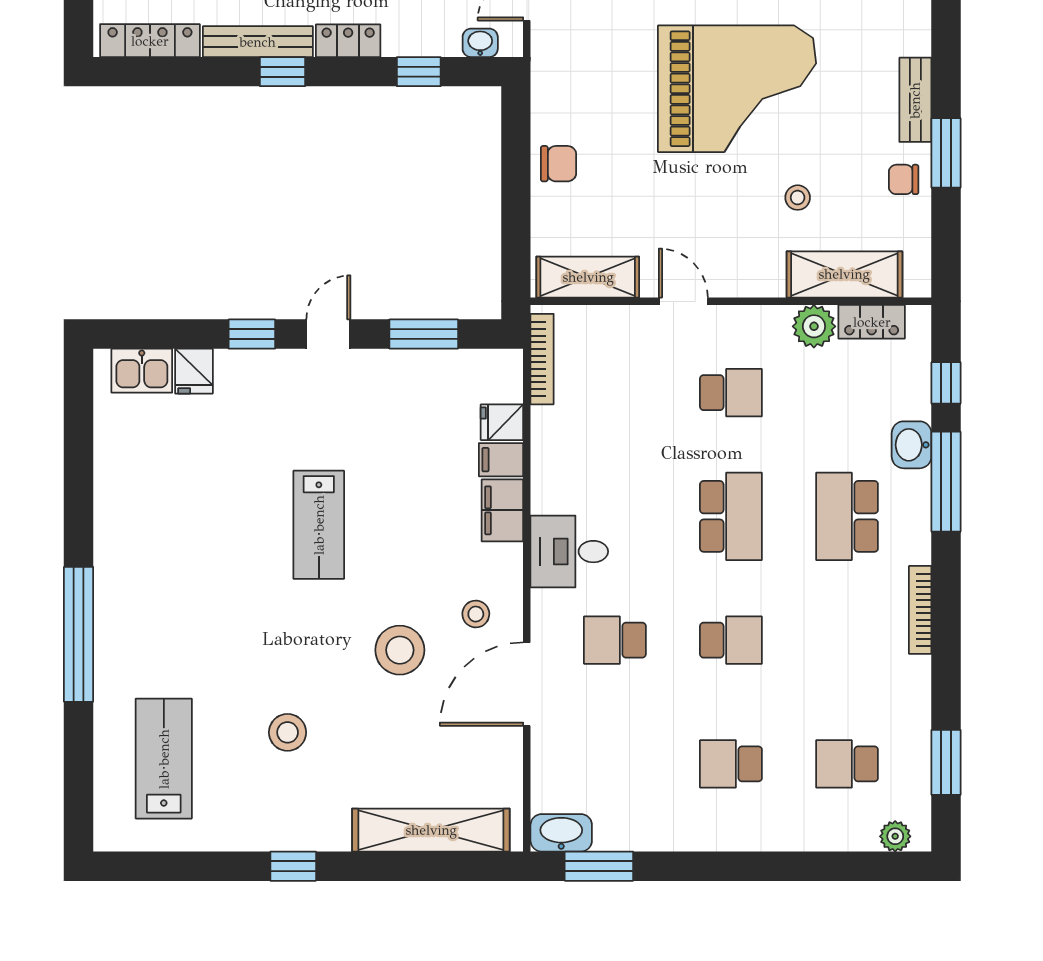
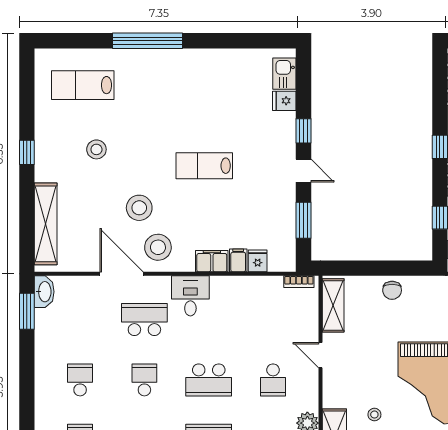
door: (683, 301) -> (321, 355), swing flipped
bookcase: (542, 359) -> (299, 282), width x0.64
stool: (476, 614) -> (158, 247), width x1.89, depth x1.89
school desk: (615, 640) -> (144, 320), width x1.85
school desk: (731, 640) -> (144, 380), turned 180
lab bench: (164, 759) -> (83, 85), turned 180

